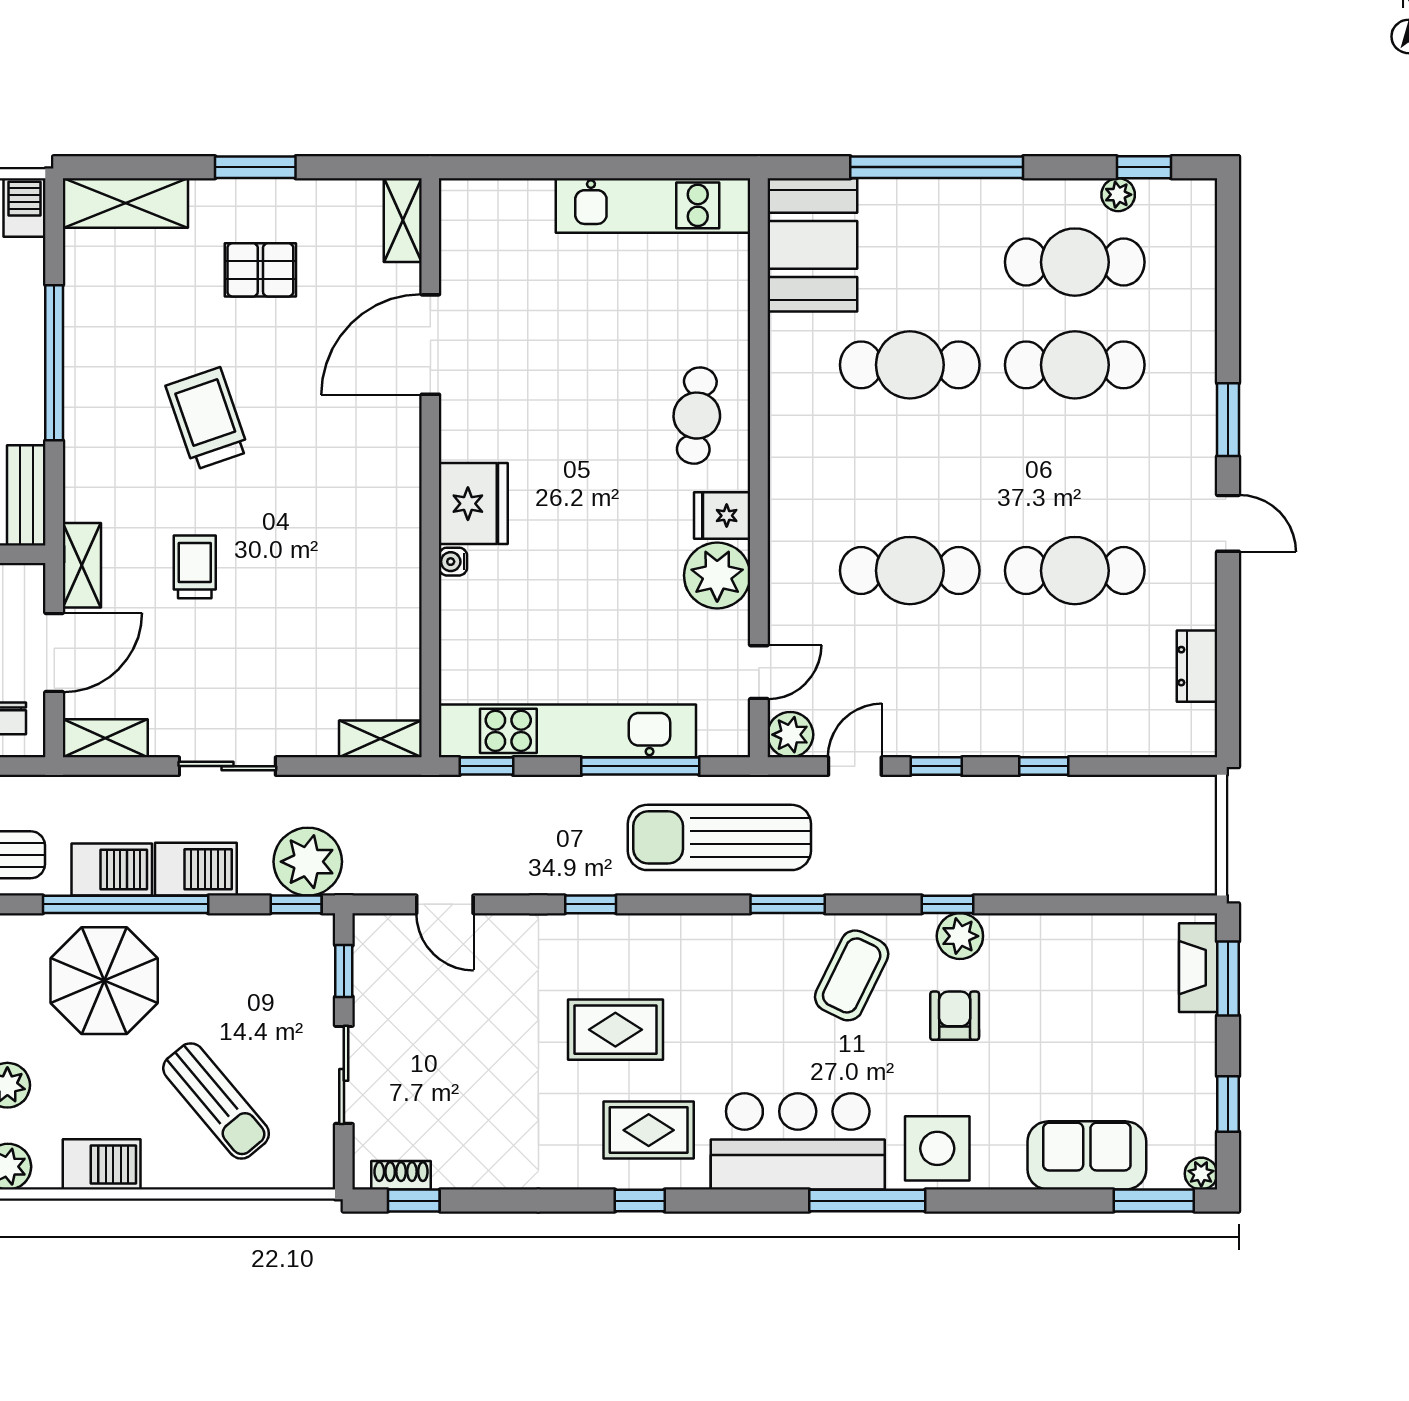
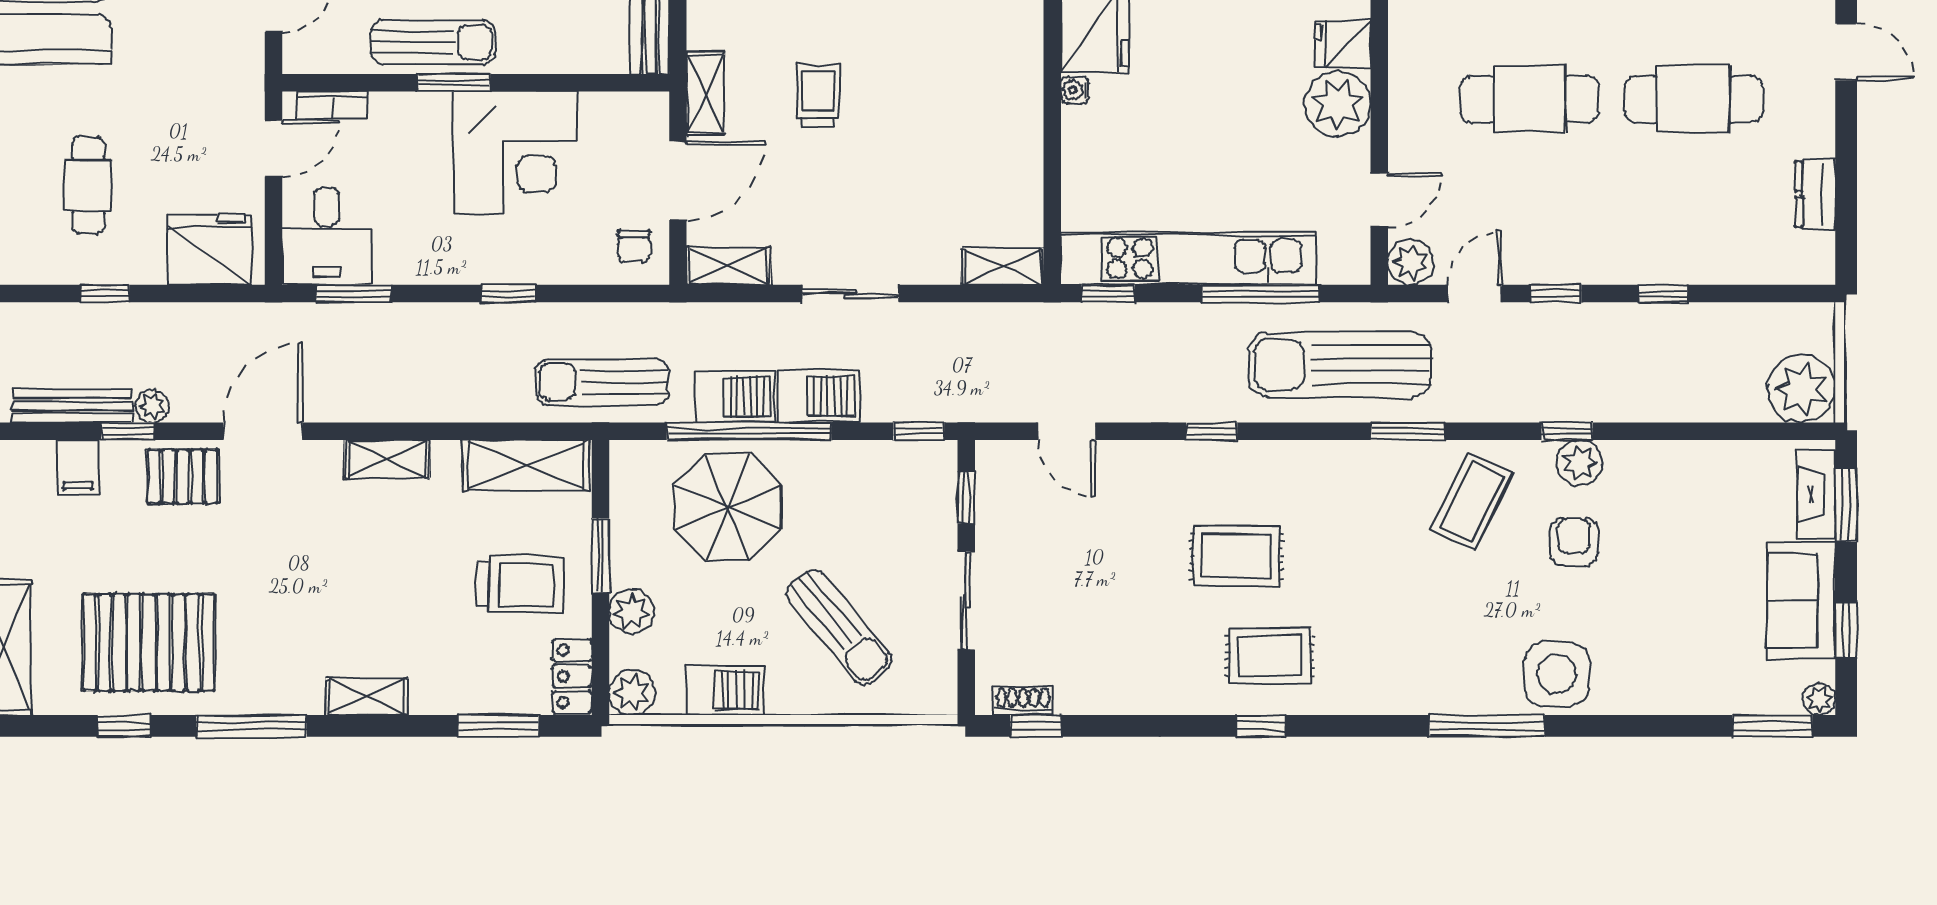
plant: (308, 862) -> (1801, 389), moved
bar counter: (798, 1141) -> (1418, 667), removed
sofa: (1087, 1155) -> (1801, 601), moved, turned -90

